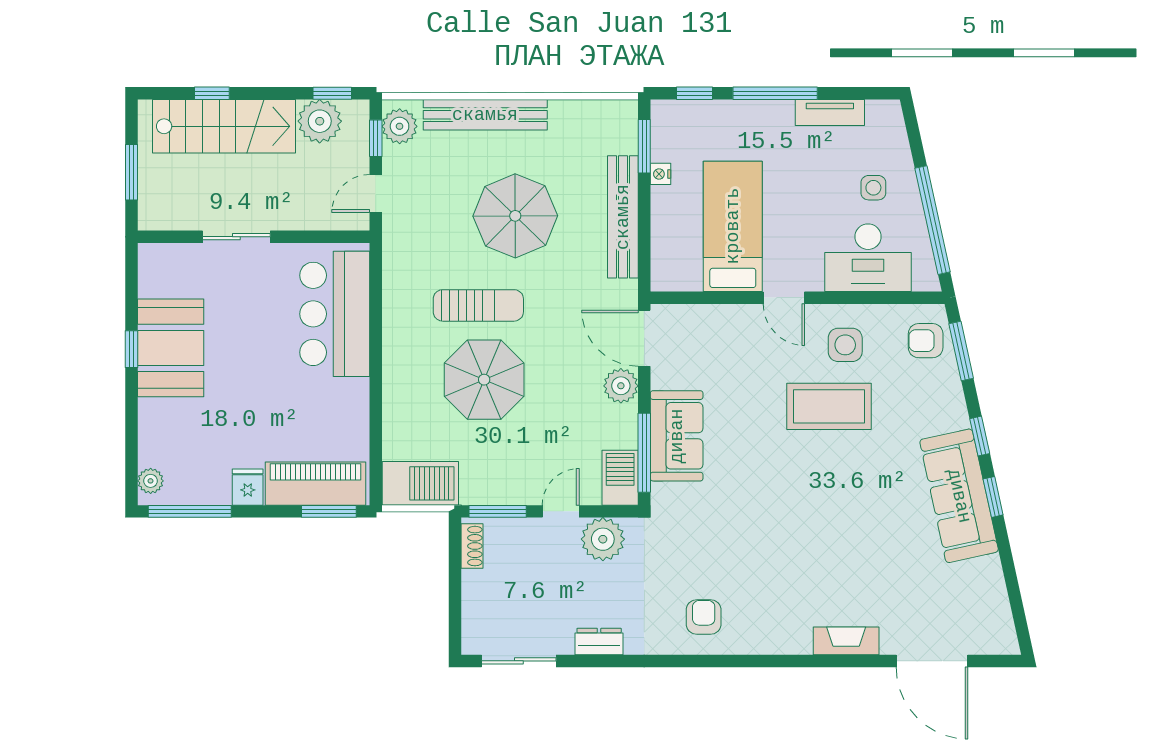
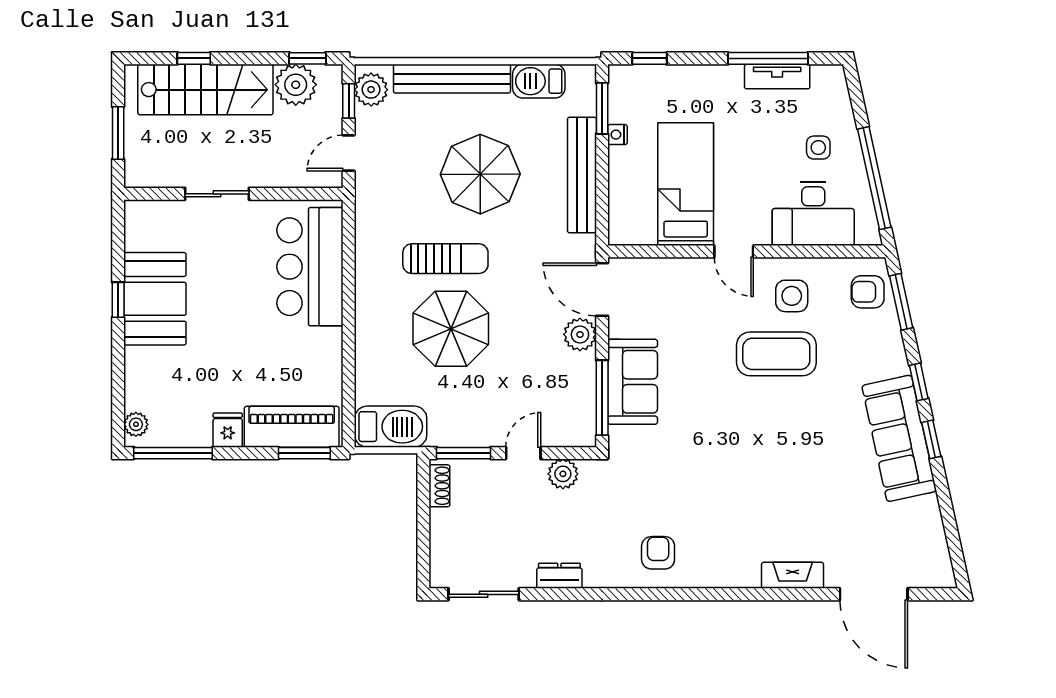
window: (775, 93) -> (768, 58), moved
barbecue: (620, 478) -> (539, 81), moved, turned -90
plant: (603, 539) -> (563, 474), width x0.73, depth x0.73

